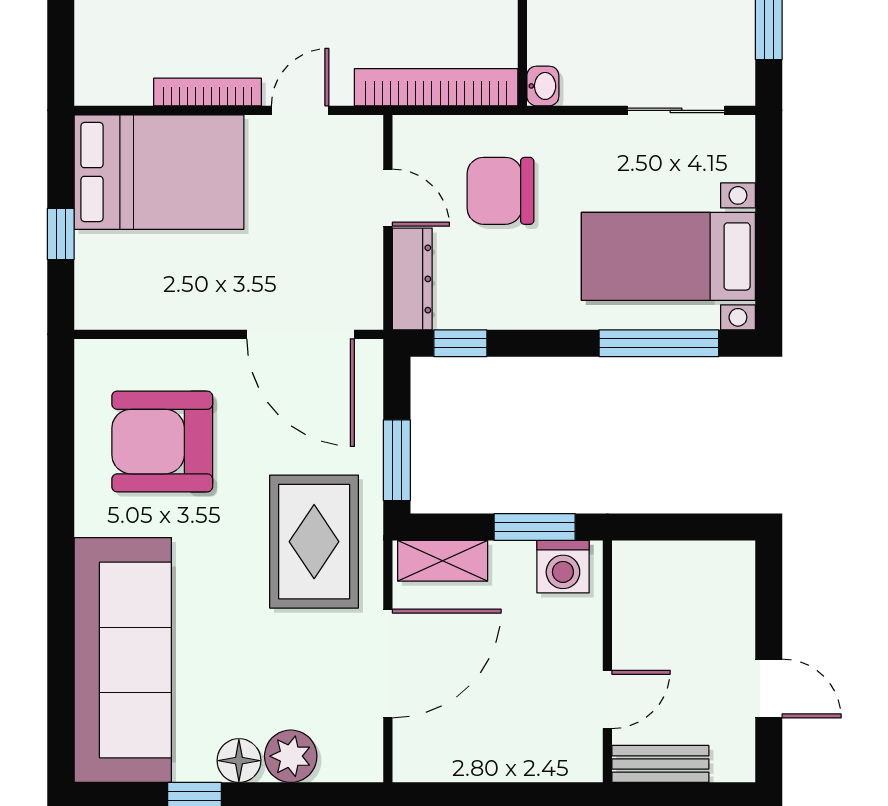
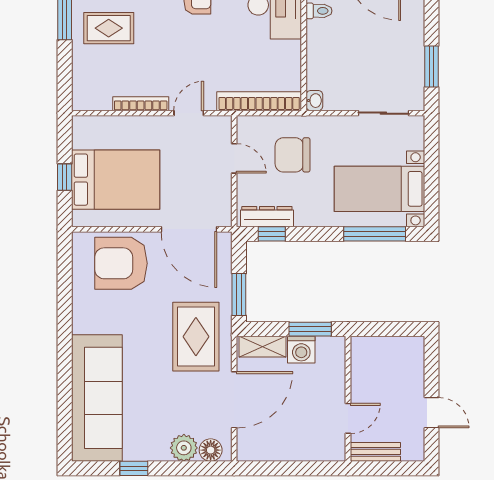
bed: (159, 172) -> (116, 180), moved
dresser: (412, 279) -> (267, 217), moved, turned -90
armchair: (162, 442) -> (121, 263), moved
washing machine: (563, 567) -> (301, 350), moved
floor lamp: (239, 761) -> (211, 450), moved

